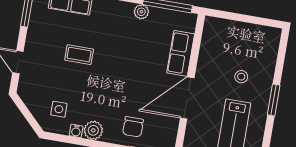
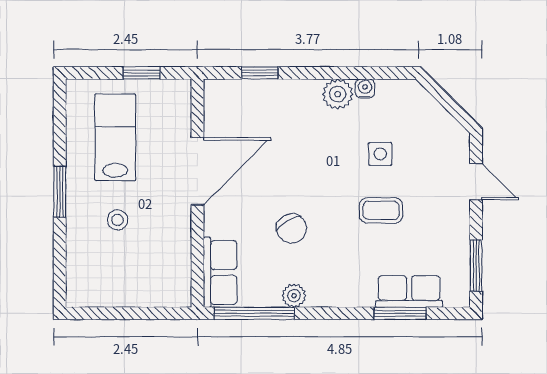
row of seats: (181, 53) -> (220, 273), moved
side table: (59, 109) -> (380, 154), moved
chair: (133, 127) -> (292, 229), moved, turned 149

